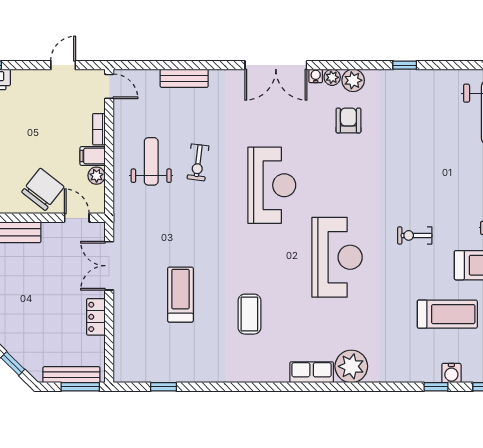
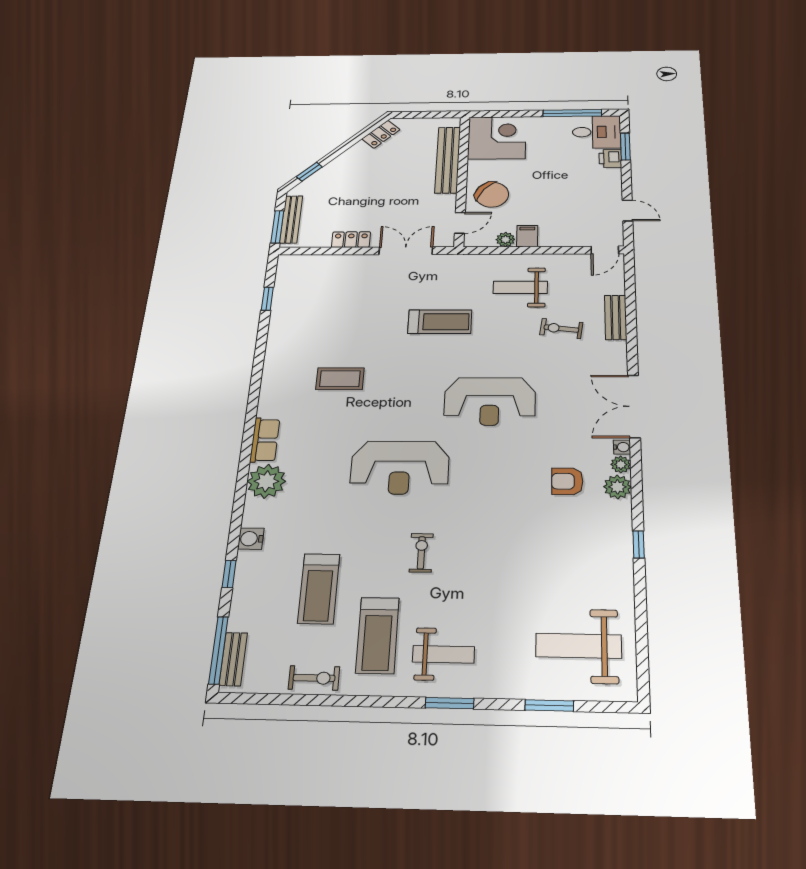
armchair: (348, 120) -> (567, 481), turned 180
bookcase: (99, 129) -> (557, 241), removed
weight bench: (151, 161) -> (520, 287), turned 180
exercise bike: (198, 162) -> (561, 329), moved
treadmill: (180, 295) -> (440, 322), moved
water cooler: (451, 373) -> (251, 539), moved

